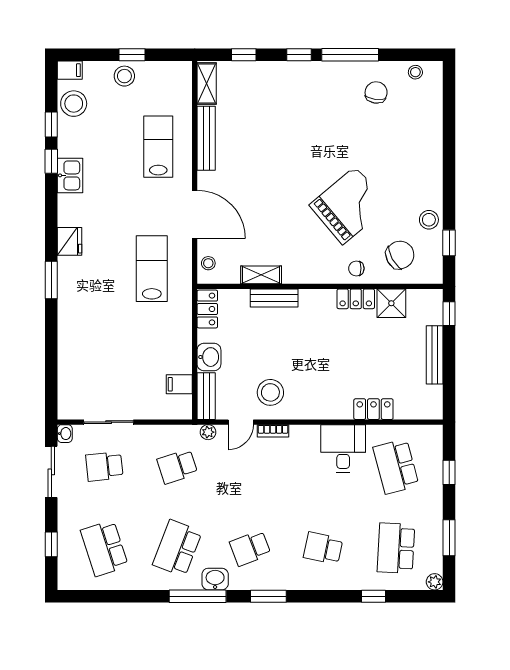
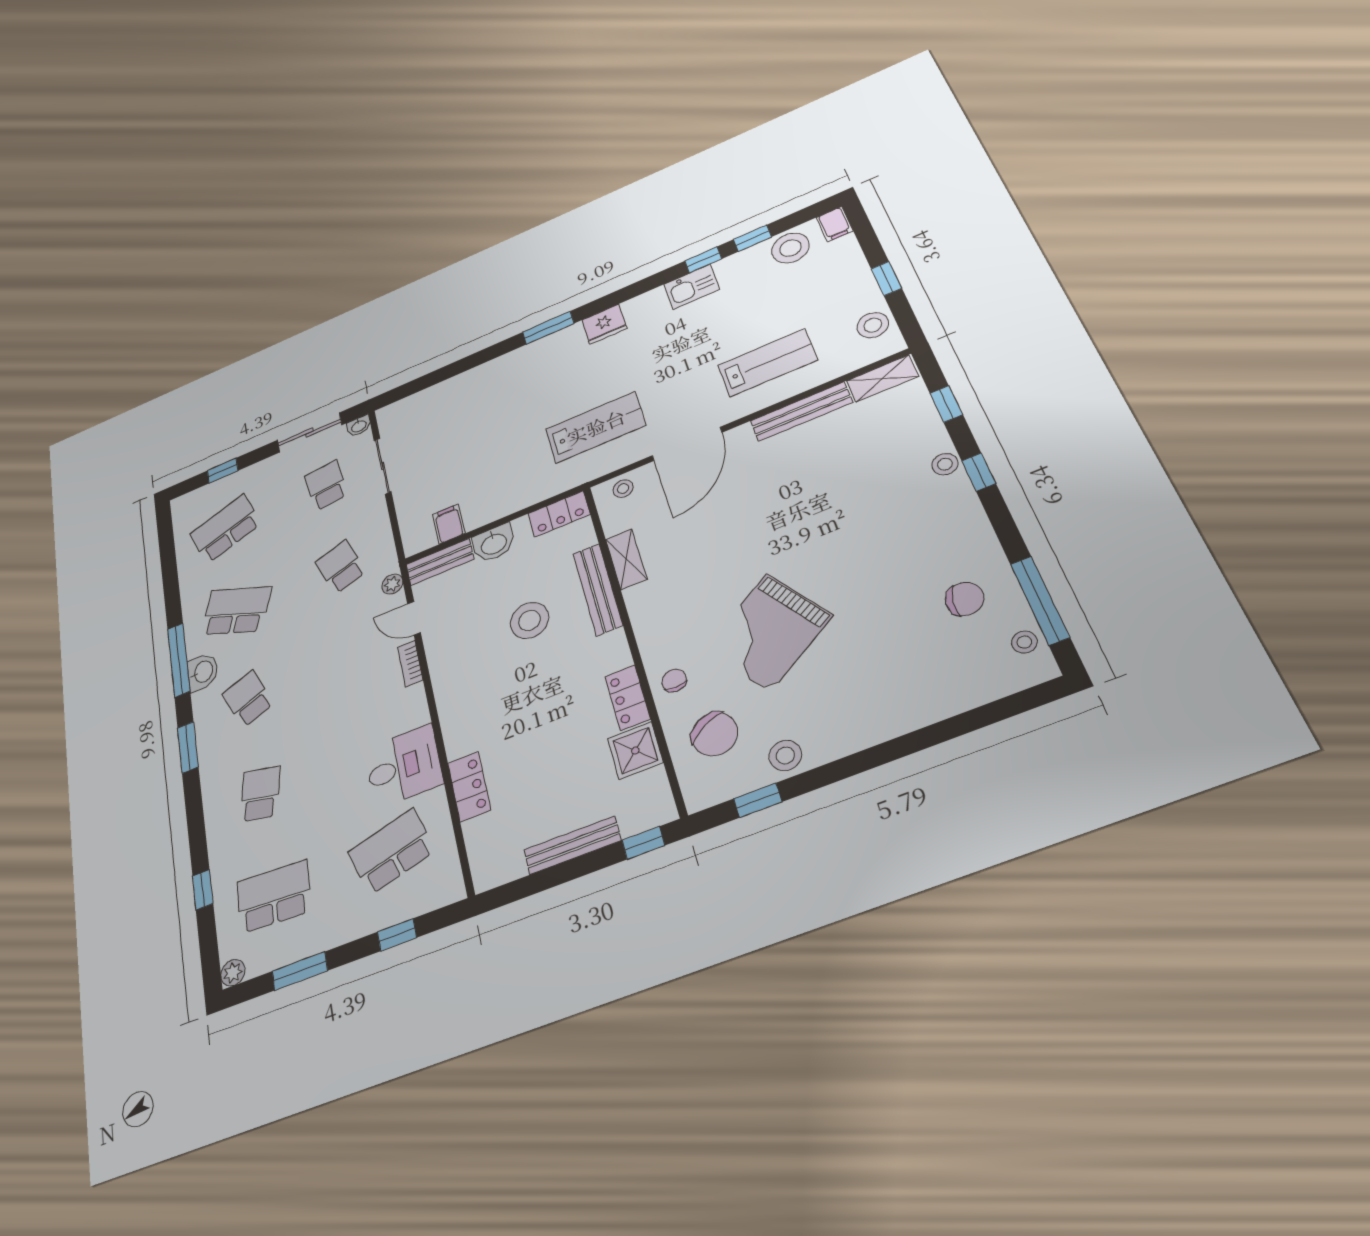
window: (350, 55) -> (1040, 600), moved
stool: (285, 71) -> (945, 464), added
stool: (124, 76) -> (873, 325), moved
grand piano: (349, 205) -> (768, 632), turned 97
bench: (274, 298) -> (598, 589), width x1.36
stool: (270, 392) -> (529, 620), moved

